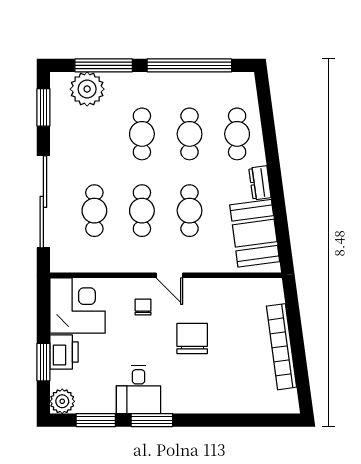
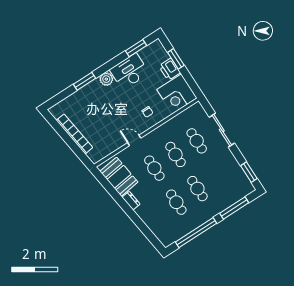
plant: (87, 89) -> (235, 193), removed
cafe table: (237, 134) -> (155, 216), removed
sliding door: (43, 202) -> (222, 130), width x0.73
door: (169, 275) -> (134, 140), moved
chair: (192, 338) -> (117, 112), removed
desk: (139, 390) -> (129, 71), width x1.37
plant: (62, 401) -> (106, 79), moved
window: (152, 420) -> (85, 81), moved

